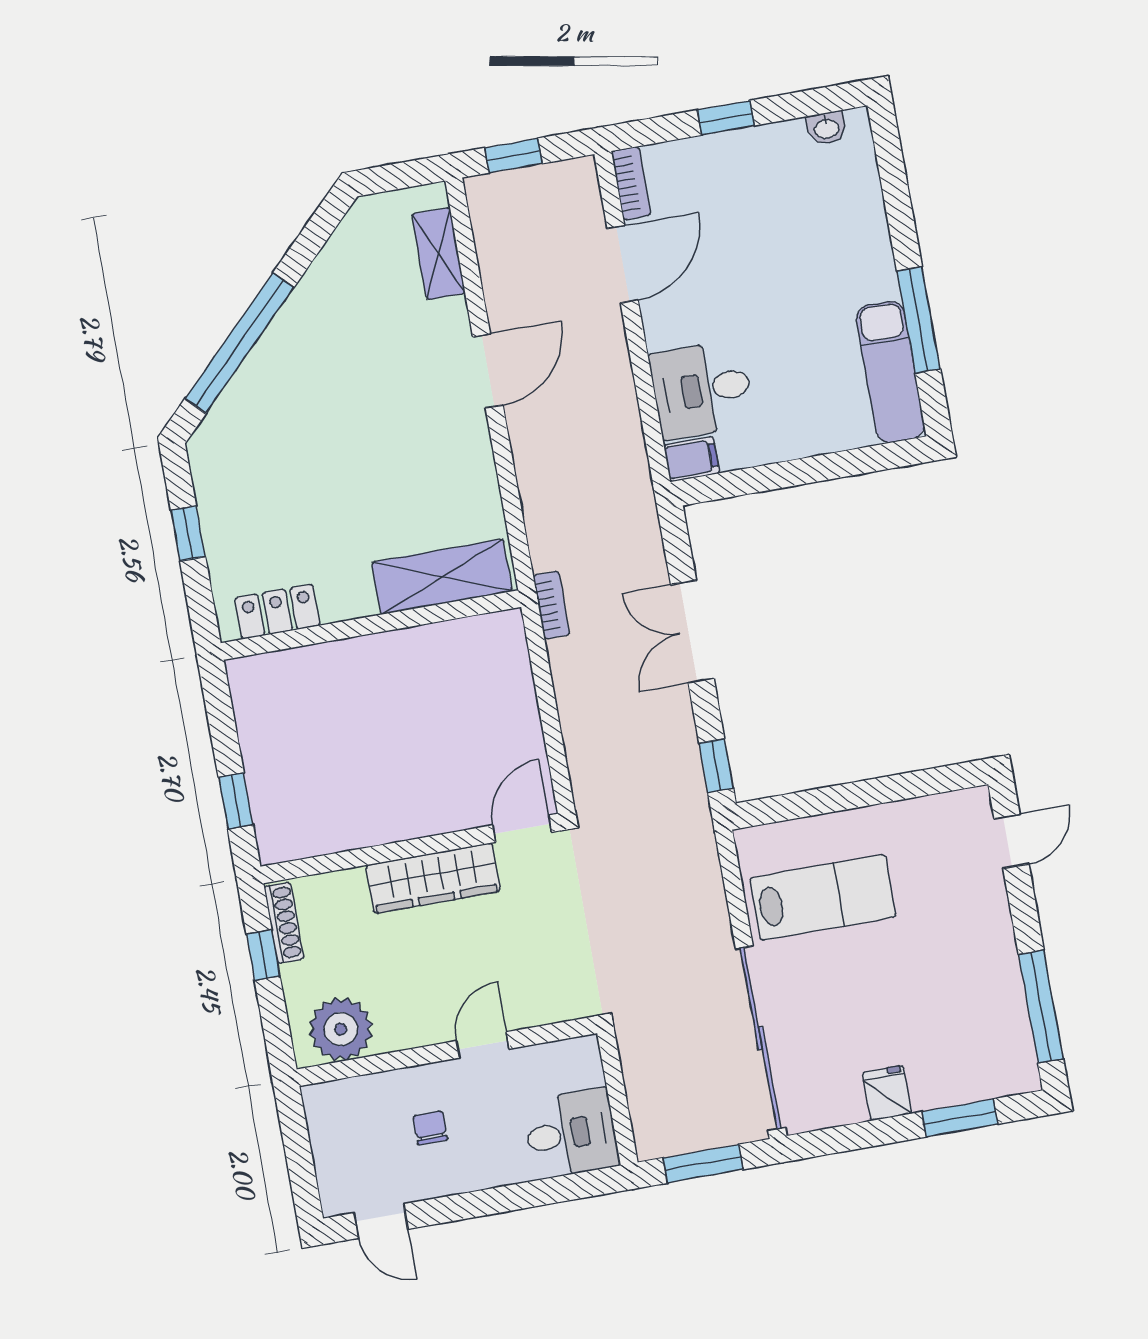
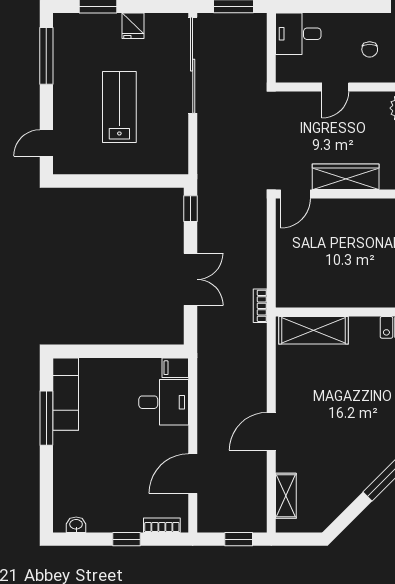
bookcase: (631, 183) -> (162, 525), moved, turned 90
lab bench: (823, 897) -> (119, 107), moved, turned 90

